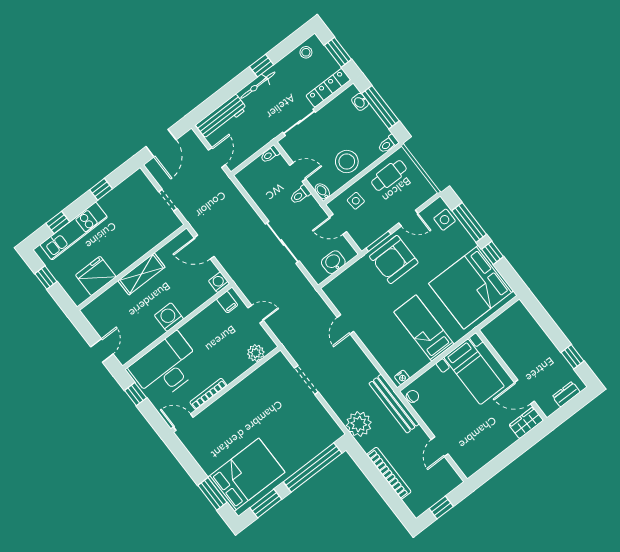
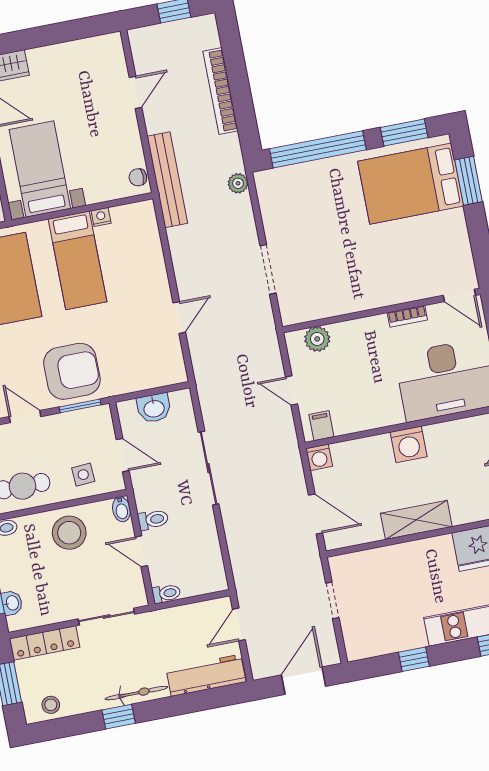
nightstand: (402, 377) -> (101, 217), moved
bookcase: (208, 394) -> (407, 316), width x0.64
plant: (359, 424) -> (238, 183), width x0.53, depth x0.53

